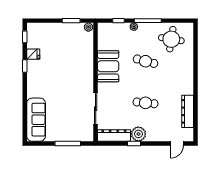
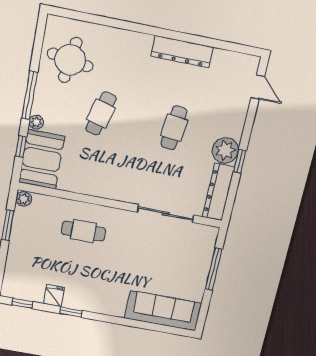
cafe table: (76, 64) -> (83, 231), added
booth: (108, 66) -> (42, 159), moved, turned 90
dresser: (188, 111) -> (182, 52), moved

